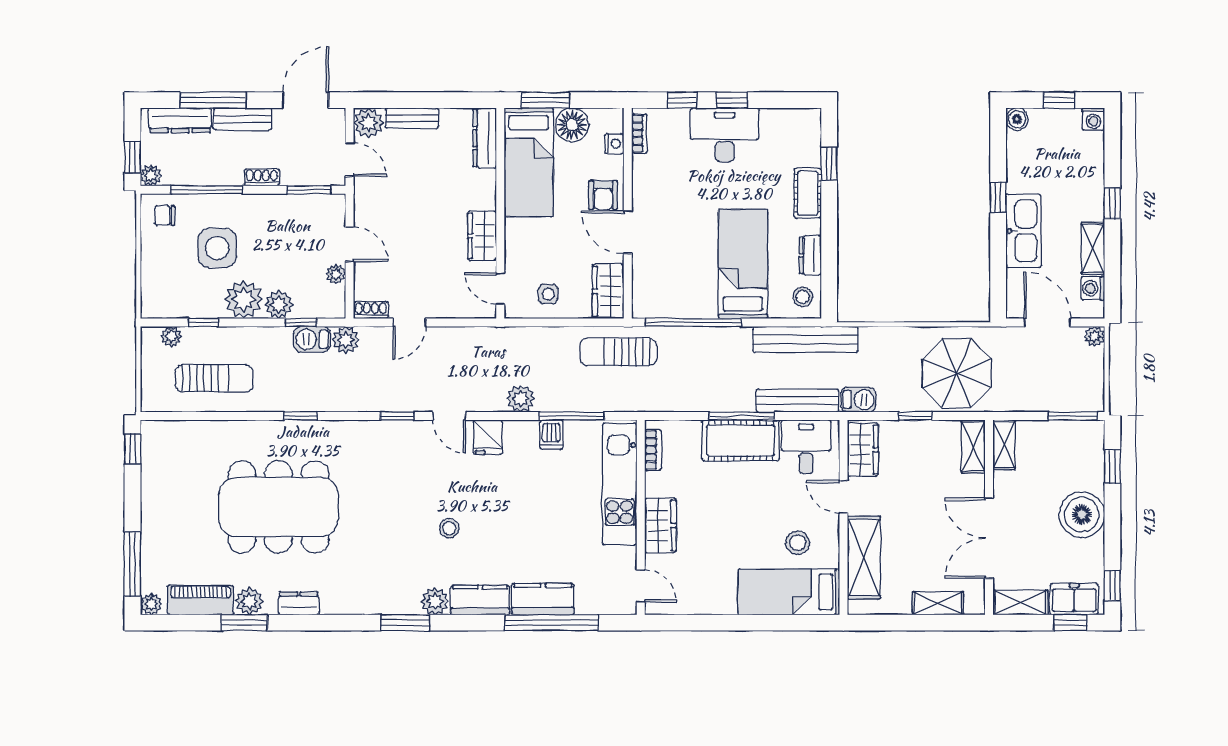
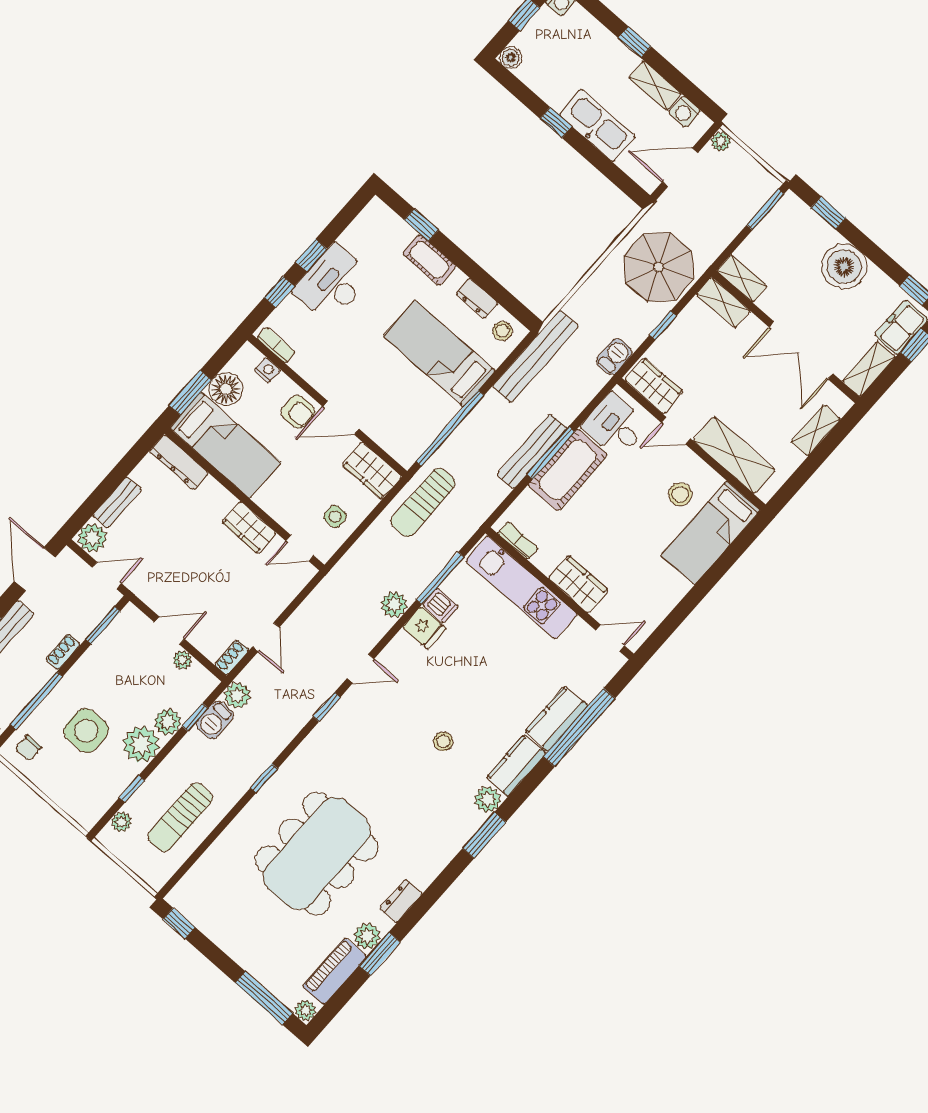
sun lounger: (214, 378) -> (180, 817), turned 180
bench: (797, 401) -> (532, 451), moved
fridge: (488, 437) -> (424, 628), moved

